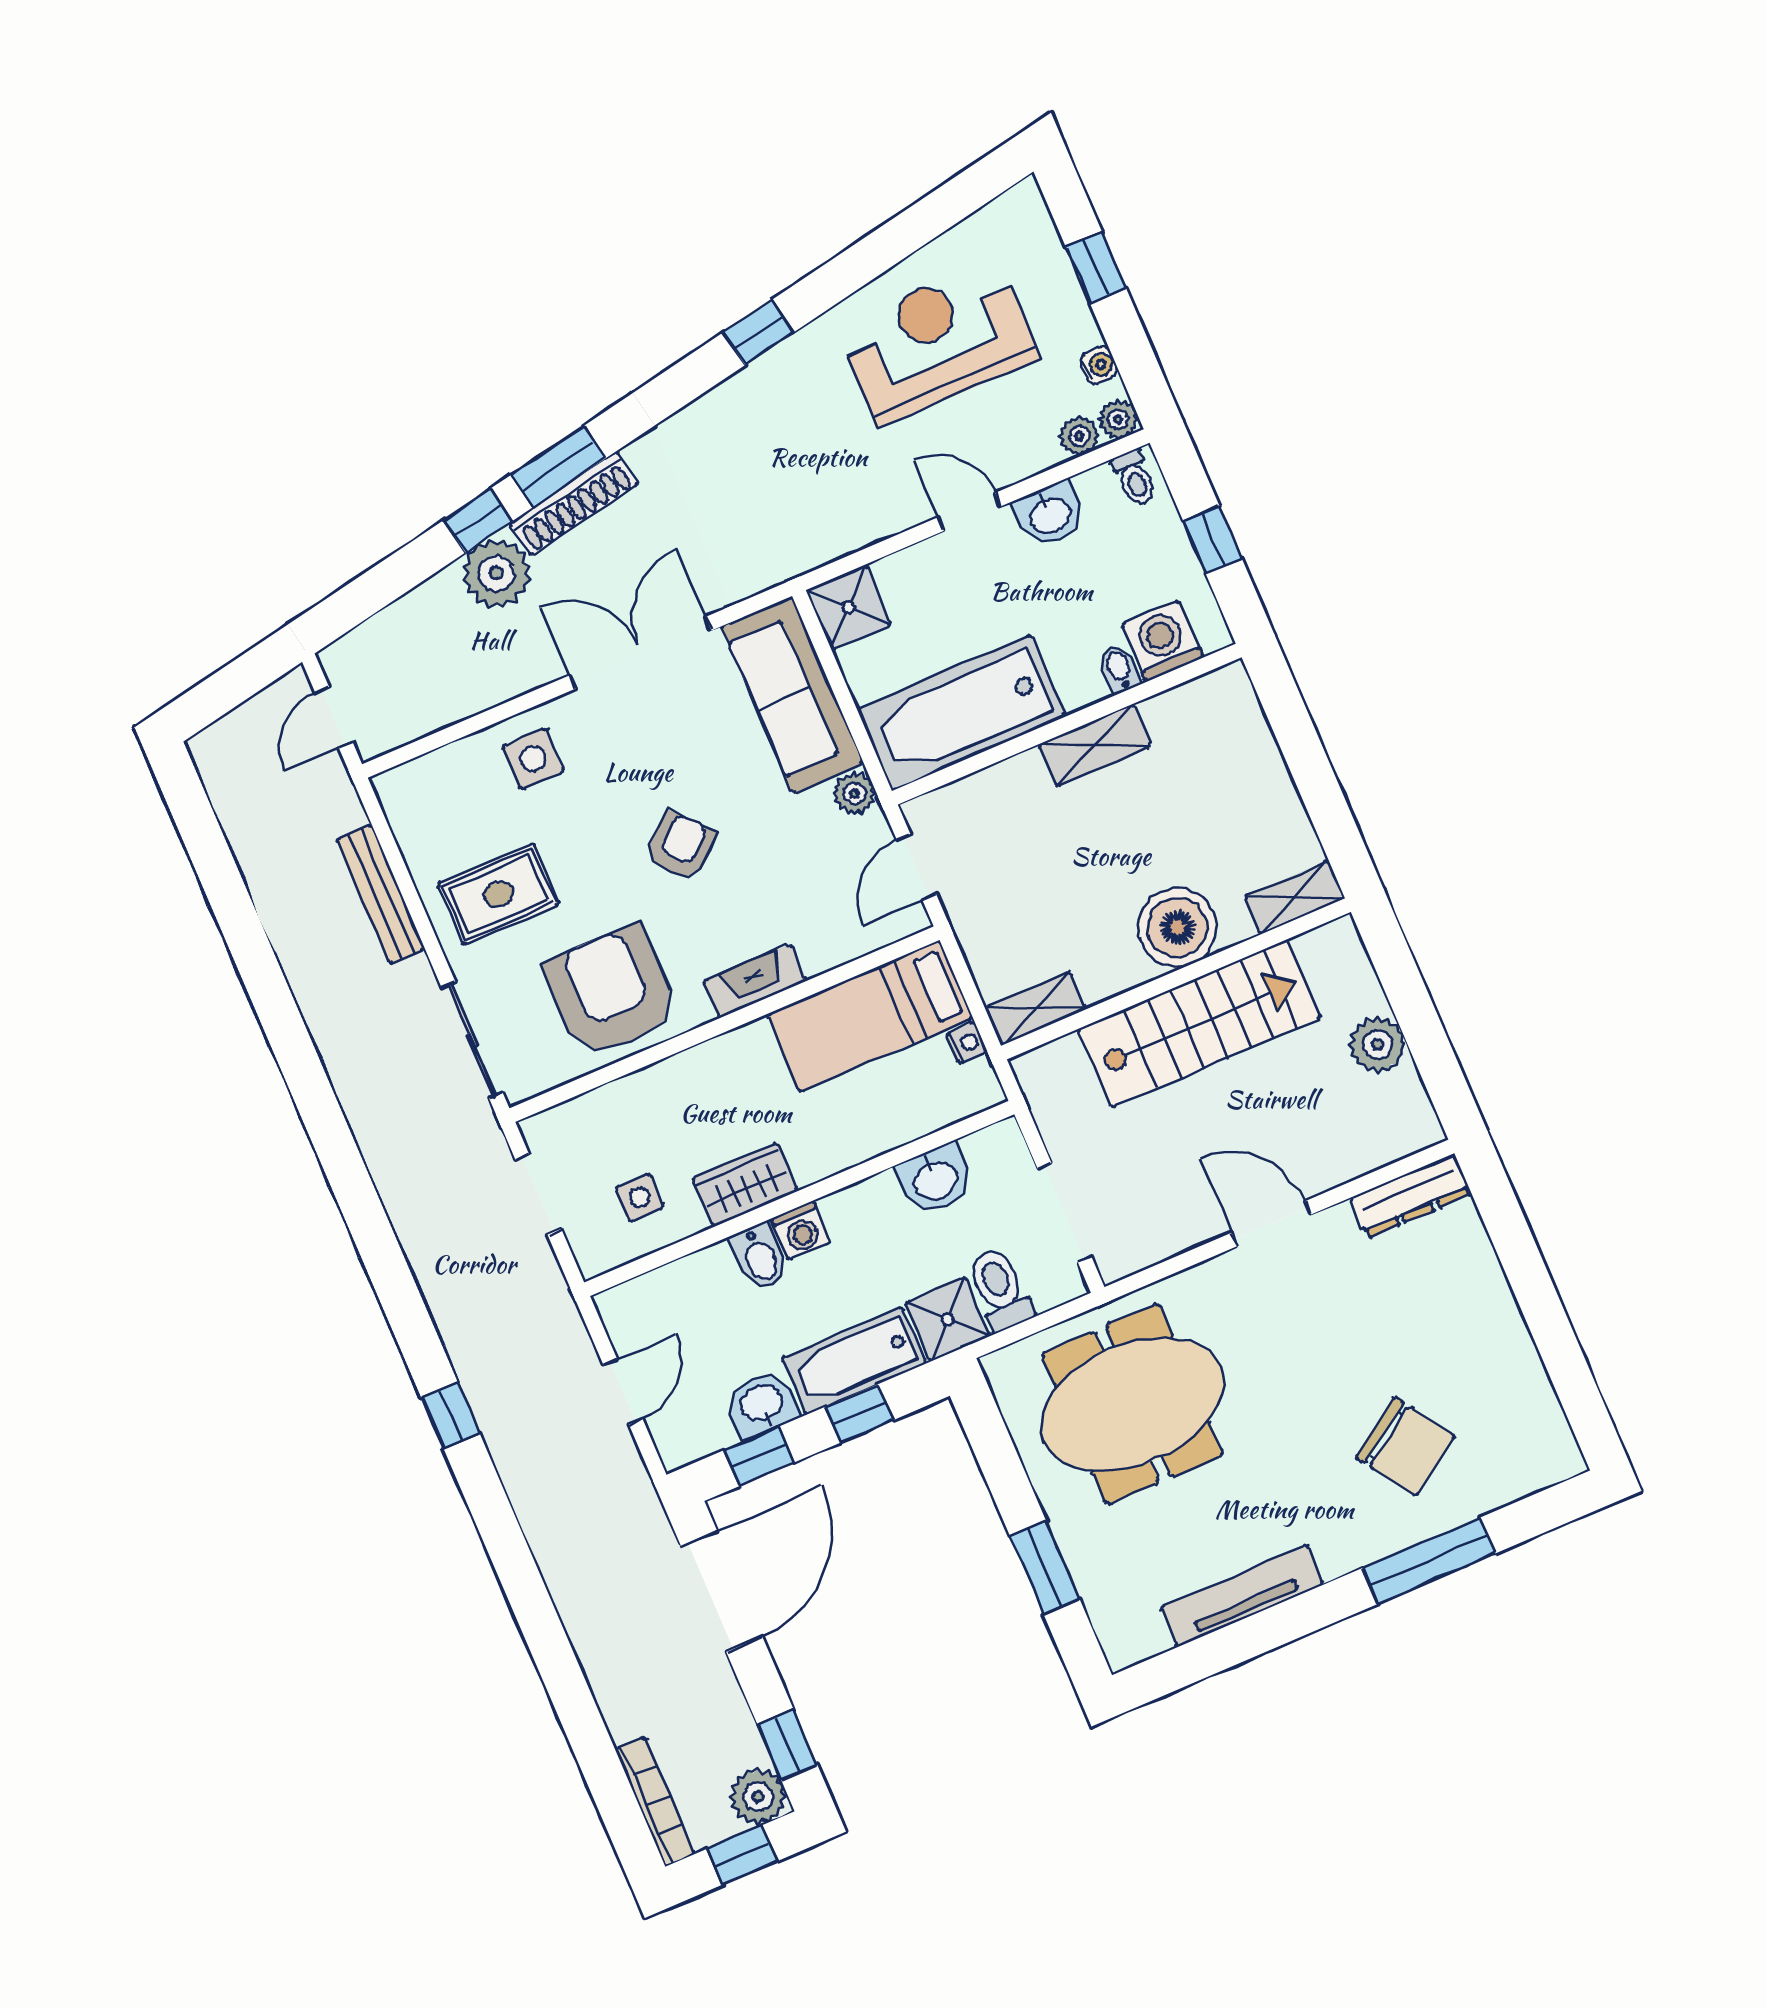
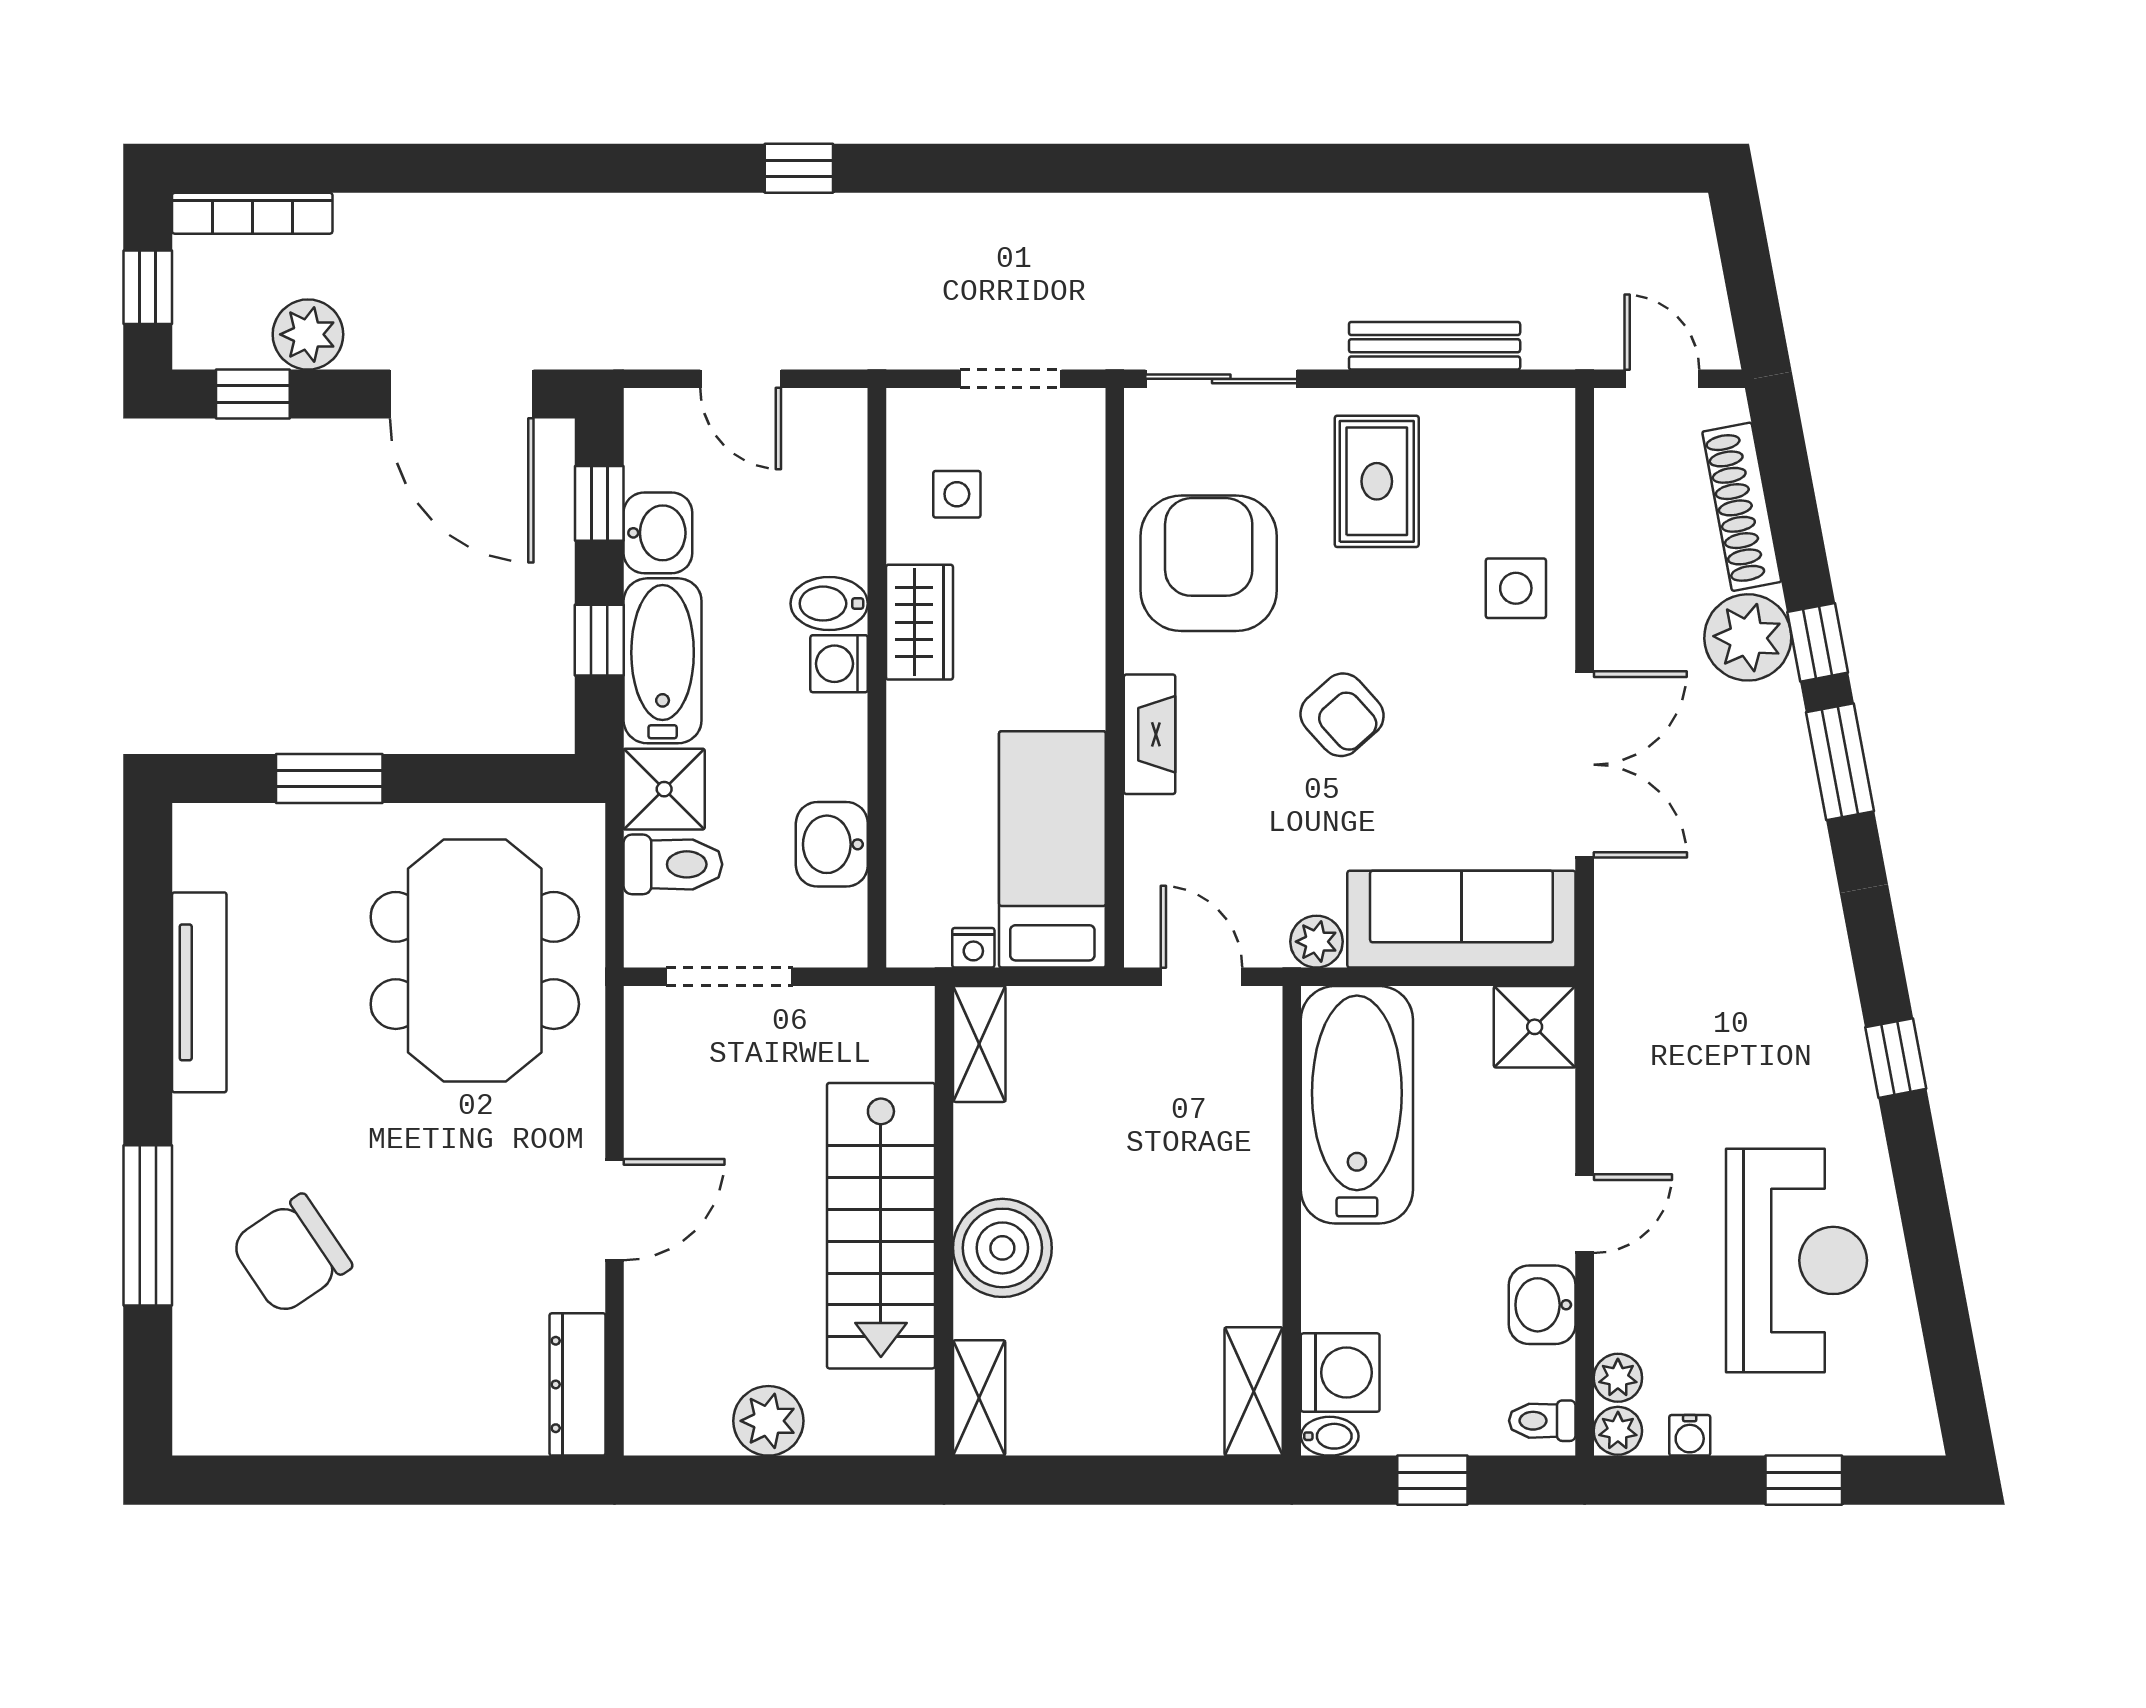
shoe rack: (574, 504) -> (1742, 507), moved
bidet: (1119, 669) -> (1330, 1436), moved
shelving: (1095, 745) -> (1254, 1391), moved
armchair: (611, 991) -> (1209, 563), turned -90
plant: (758, 1797) -> (308, 334), moved

